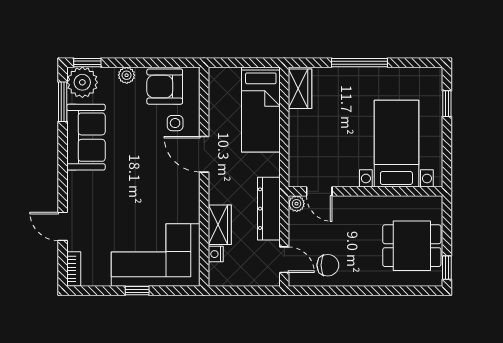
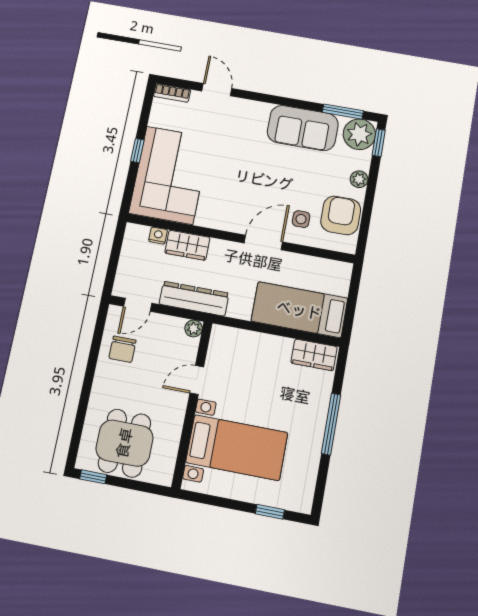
door: (319, 191) -> (197, 380), moved
door: (63, 226) -> (217, 90), hinge flipped

